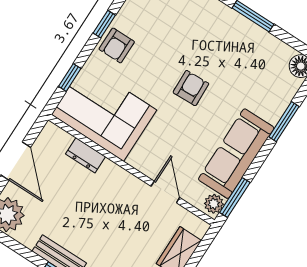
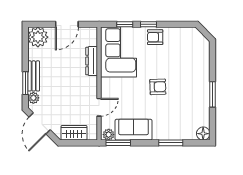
window: (104, 24) -> (148, 24), moved
sofa: (236, 154) -> (134, 130), width x0.73
dresser: (86, 155) -> (92, 61), width x1.44

